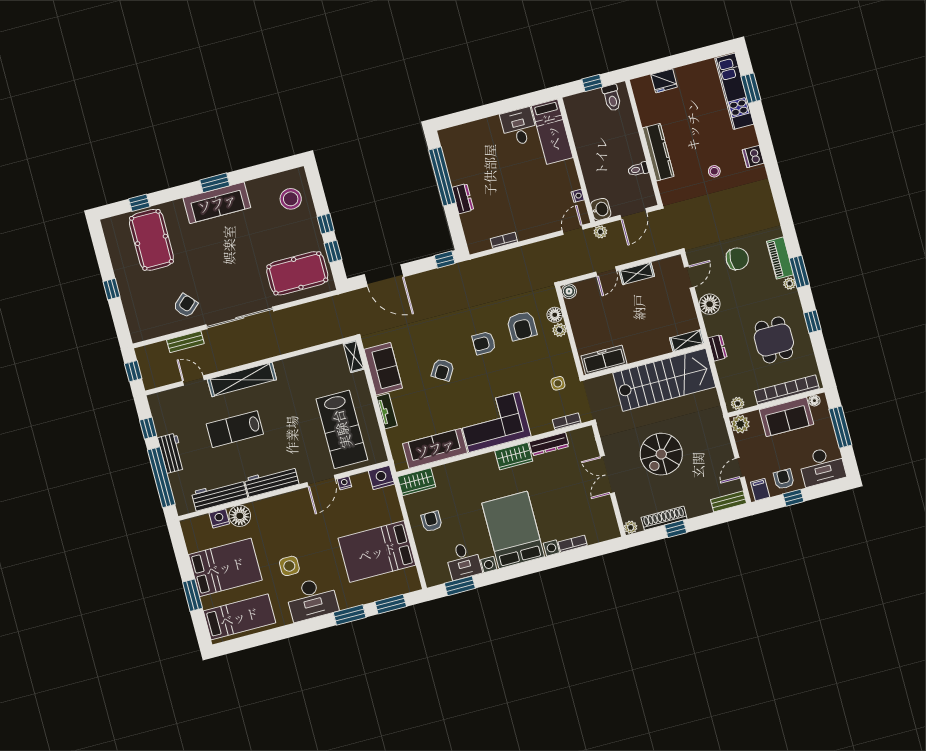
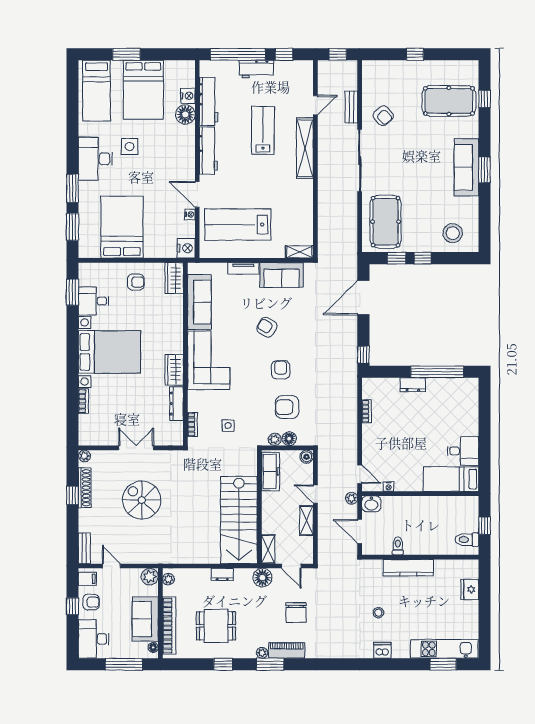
shelving: (687, 341) -> (268, 549), moved
freezer: (604, 360) -> (270, 472), moved
wall: (645, 362) -> (259, 507), moved
stairs: (664, 380) -> (239, 520), moved

